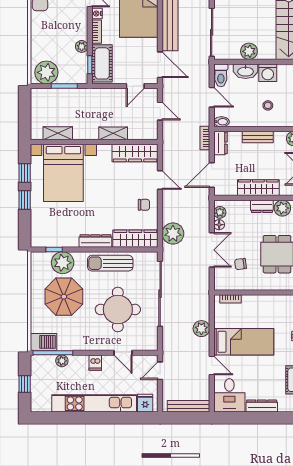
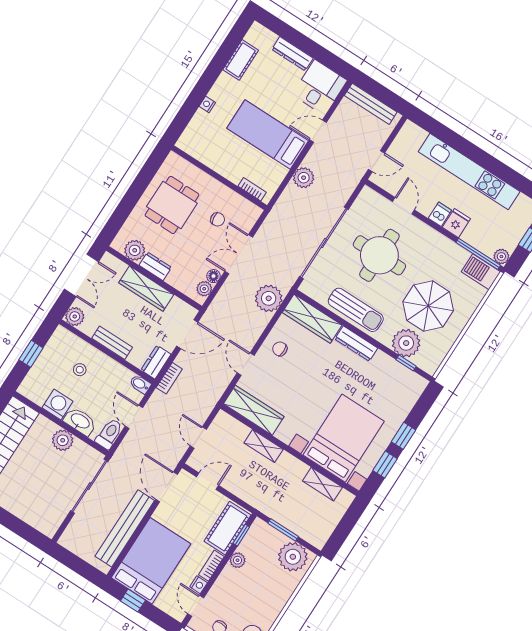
plant: (62, 361) -> (501, 257), moved
door: (212, 366) -> (318, 131), hinge flipped
fridge: (145, 403) -> (456, 223), moved, turned 180

